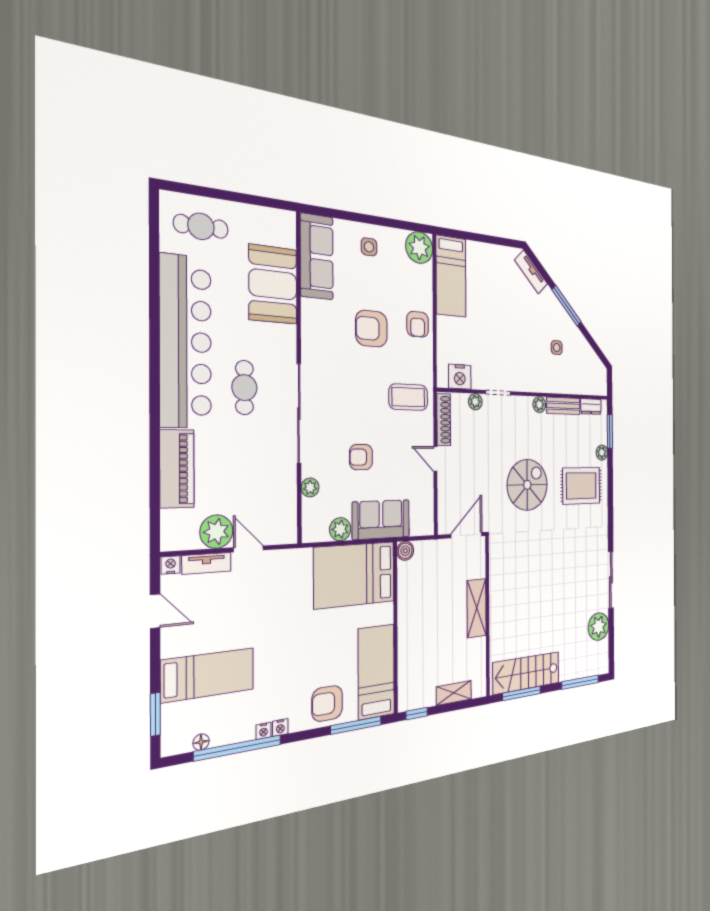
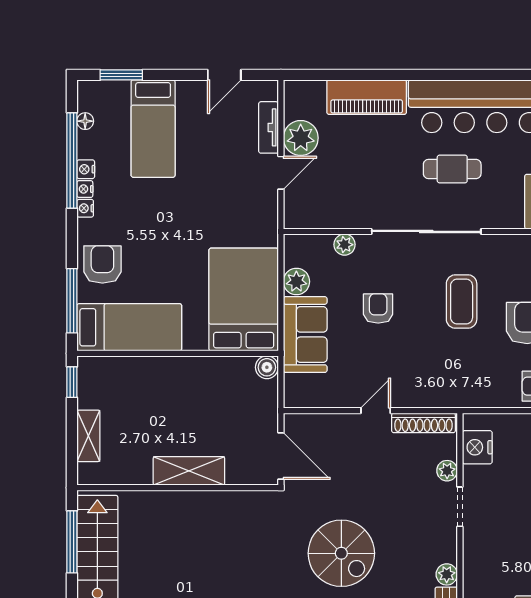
coffee table: (408, 397) -> (462, 302), moved
nightstand: (171, 565) -> (86, 169), moved, turned 180

